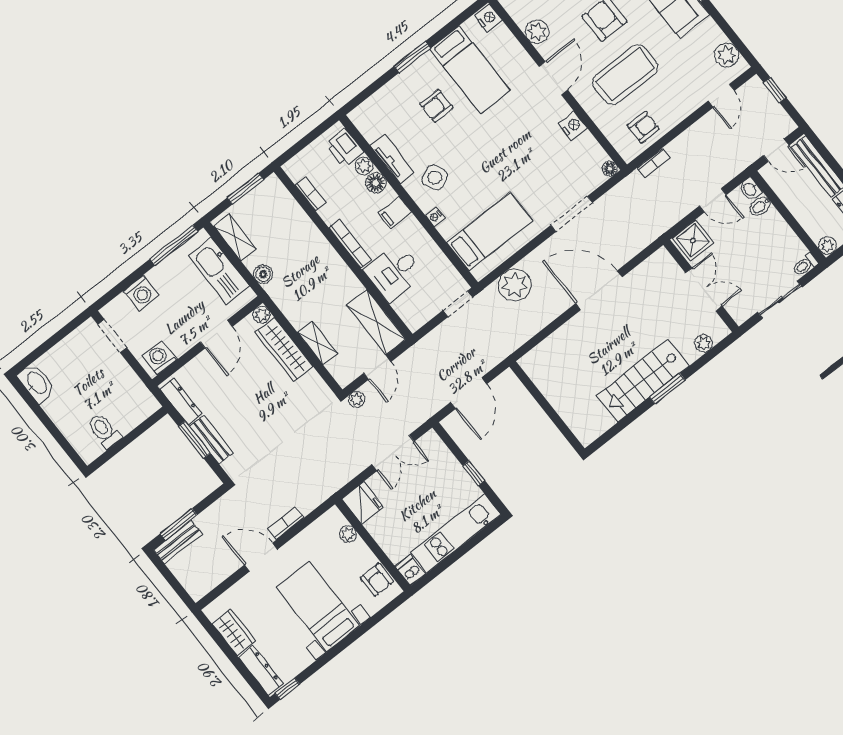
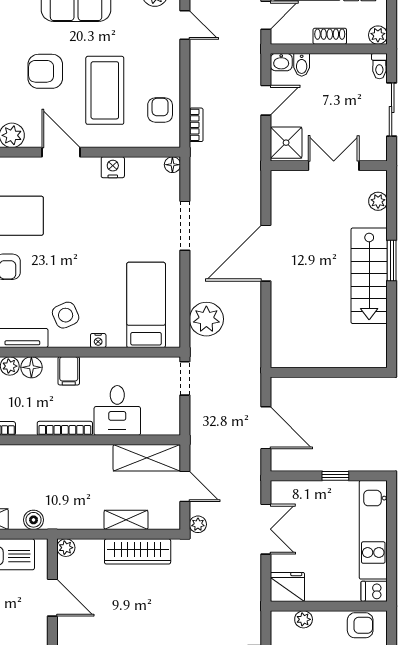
shoe rack: (798, 210) -> (330, 36), added
wardrobe: (284, 349) -> (138, 551), moved

